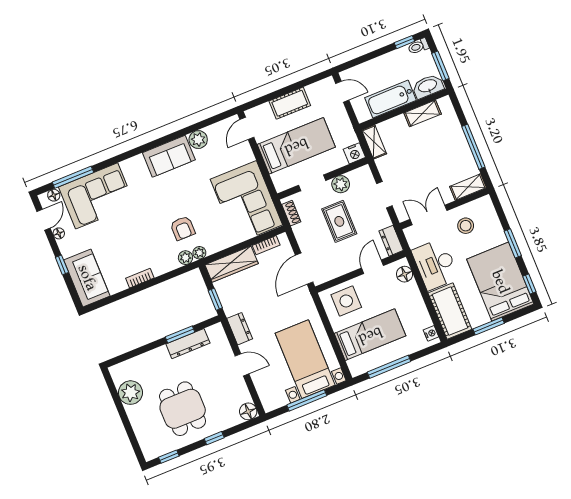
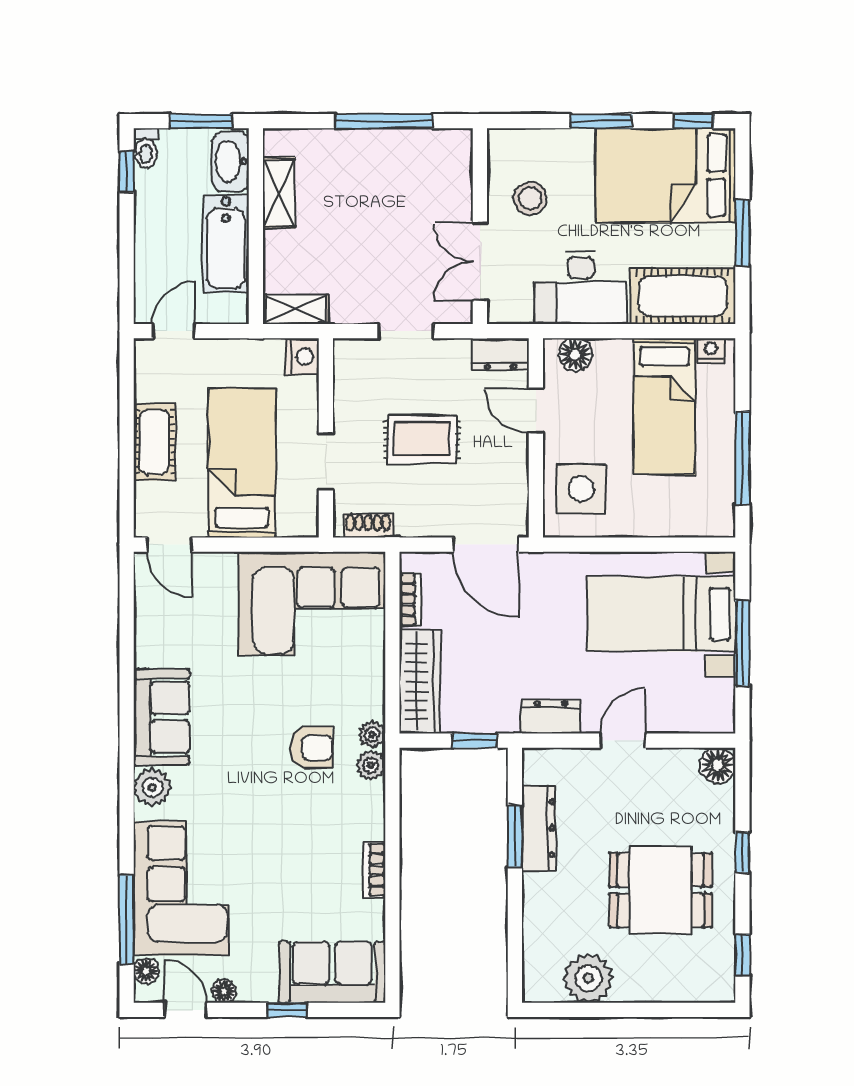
plant: (198, 140) -> (152, 787), moved
plant: (341, 184) -> (351, 407), removed
shelving: (468, 187) -> (457, 163), removed
bed: (370, 335) -> (664, 406), moved, turned 180

